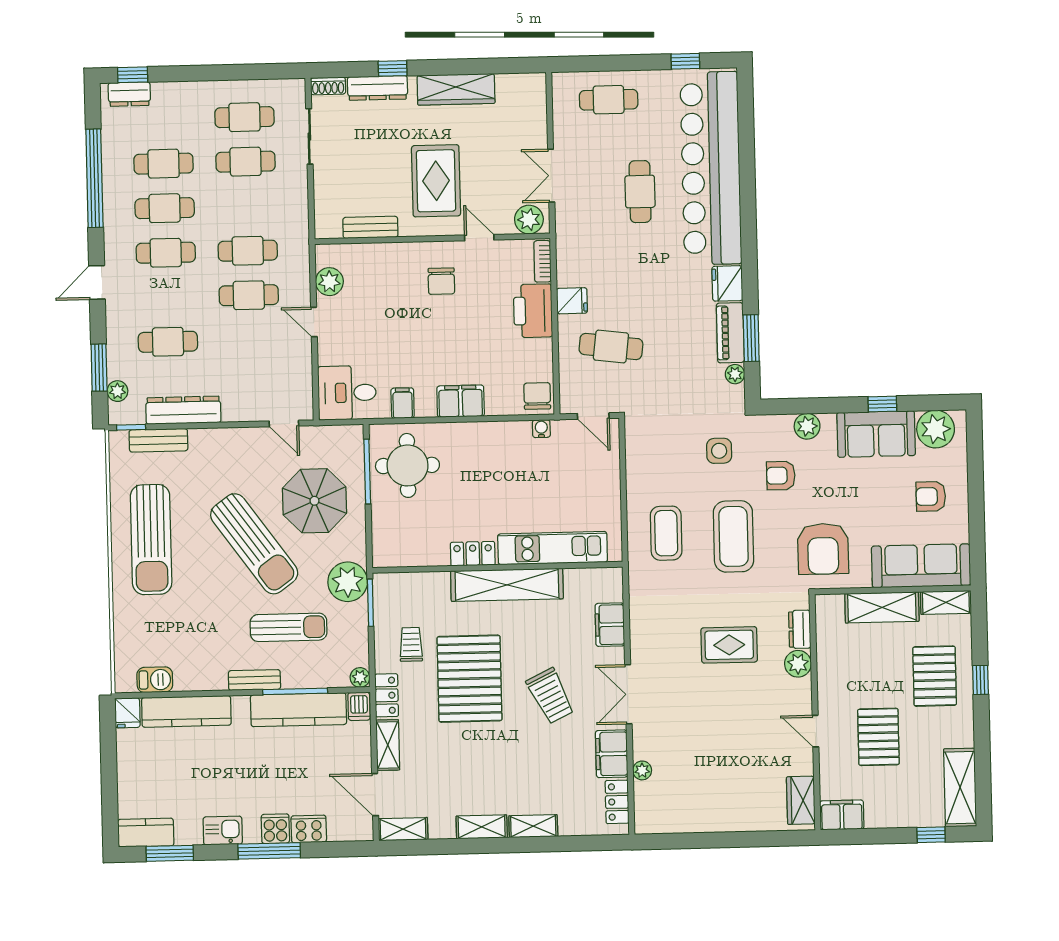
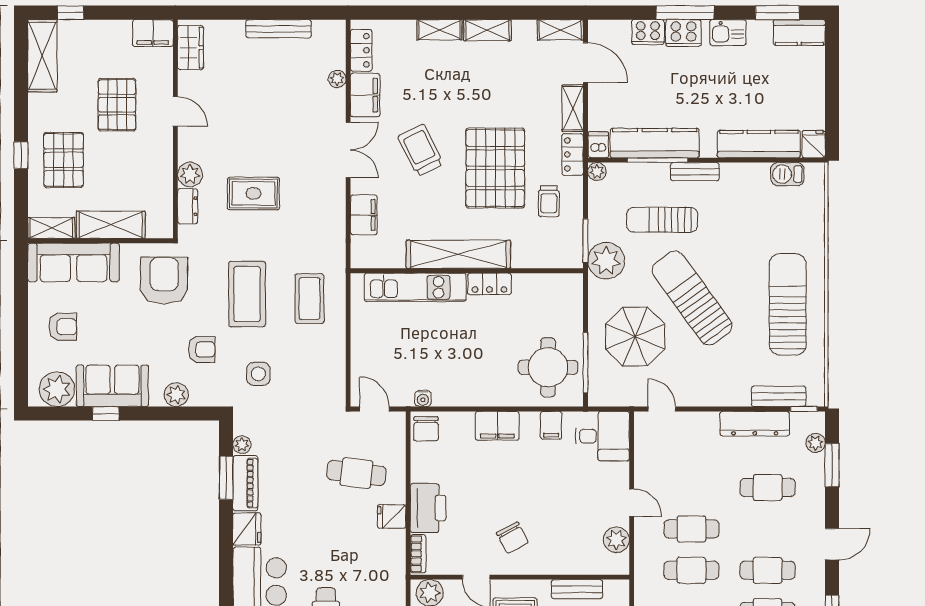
chair: (441, 281) -> (512, 538), turned 152
bench: (706, 823) -> (279, 29), added
cooker: (275, 829) -> (684, 33), width x1.36

